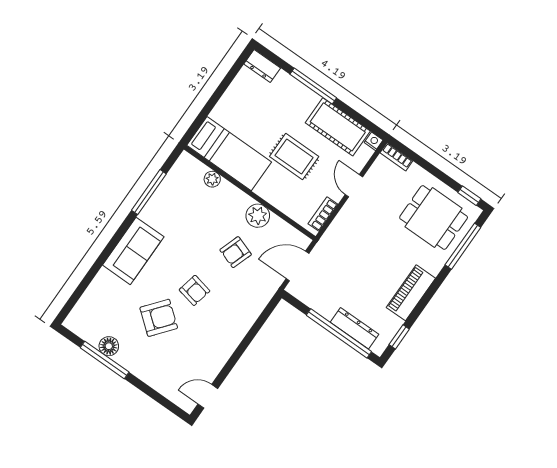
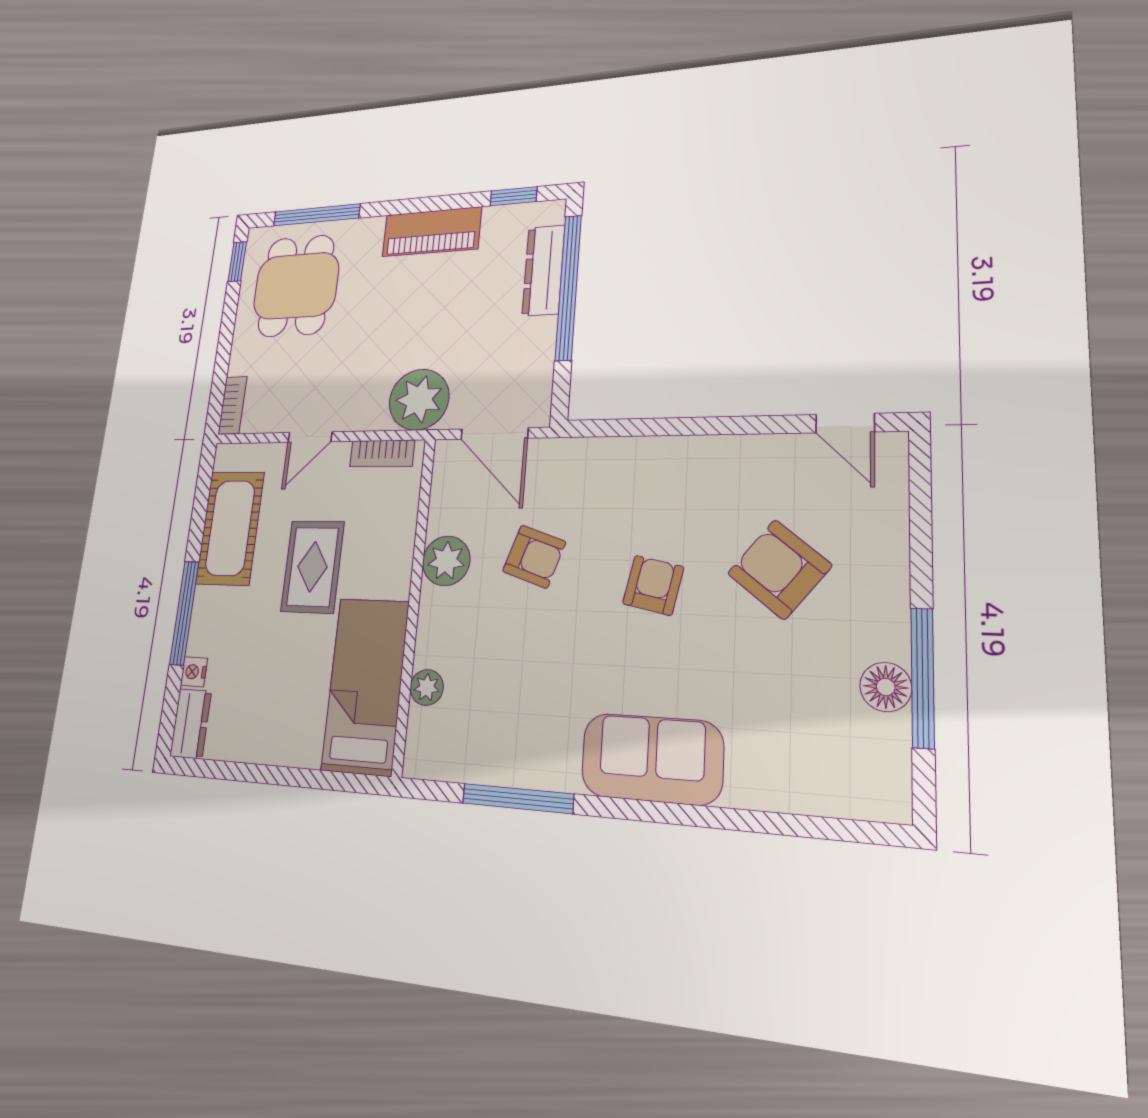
nightstand: (374, 141) -> (194, 672), moved
plant: (336, 243) -> (419, 400), added
armchair: (159, 318) -> (779, 569), moved

